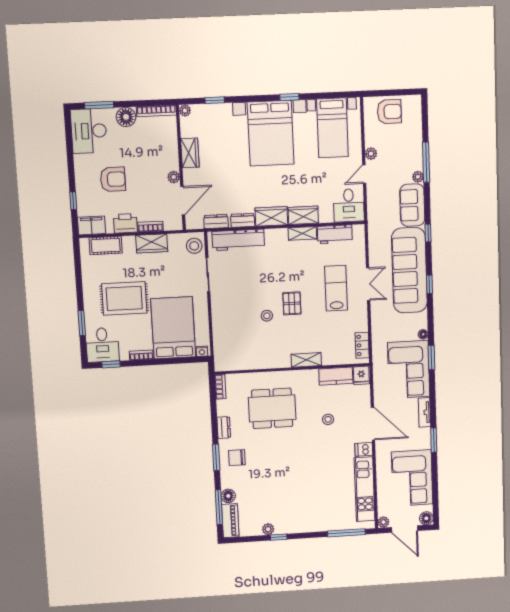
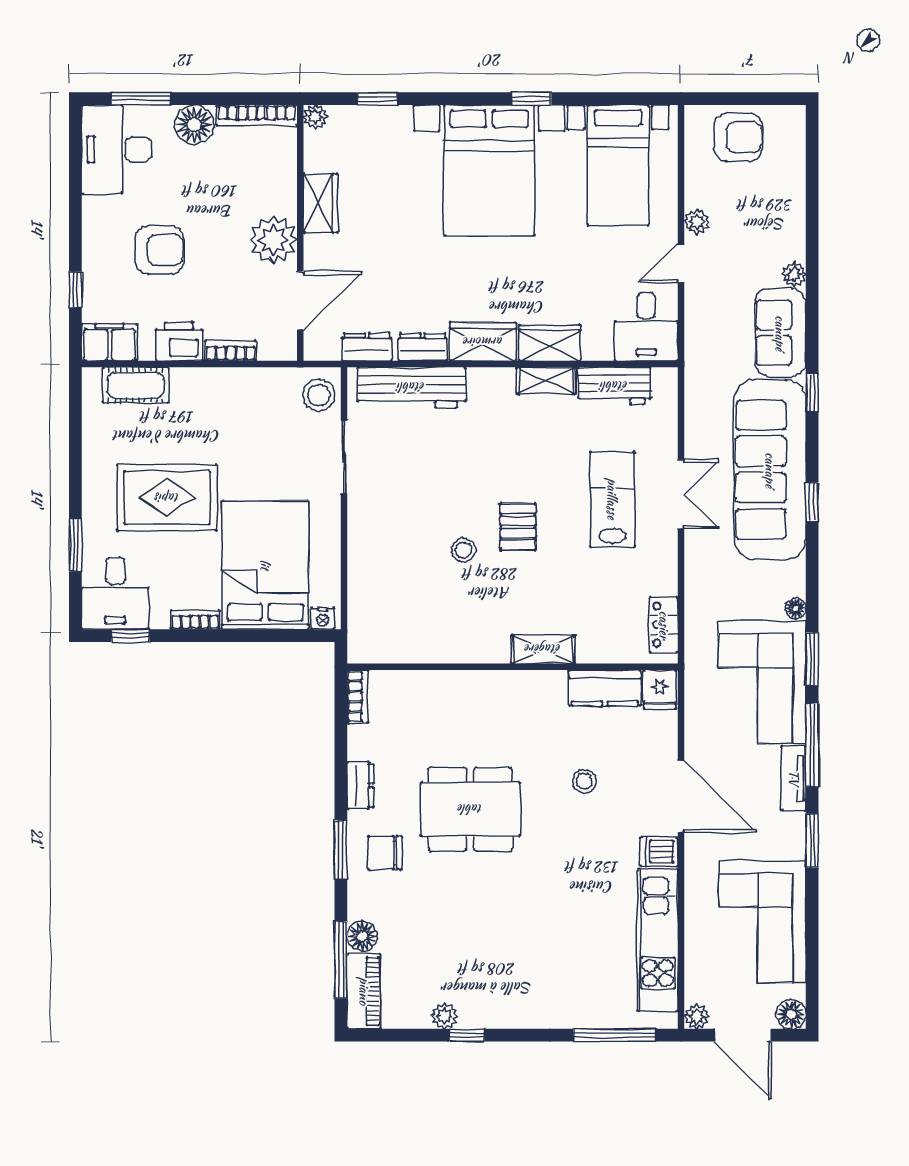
window: (426, 162) -> (812, 745), moved
plant: (174, 177) -> (273, 240), width x1.87, depth x1.87
wardrobe: (152, 243) -> (231, 386), removed
dining table: (272, 408) -> (470, 809), moved

